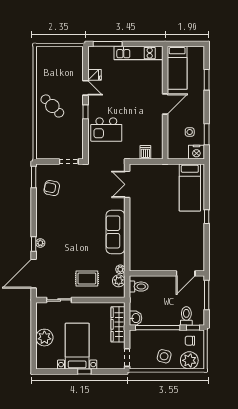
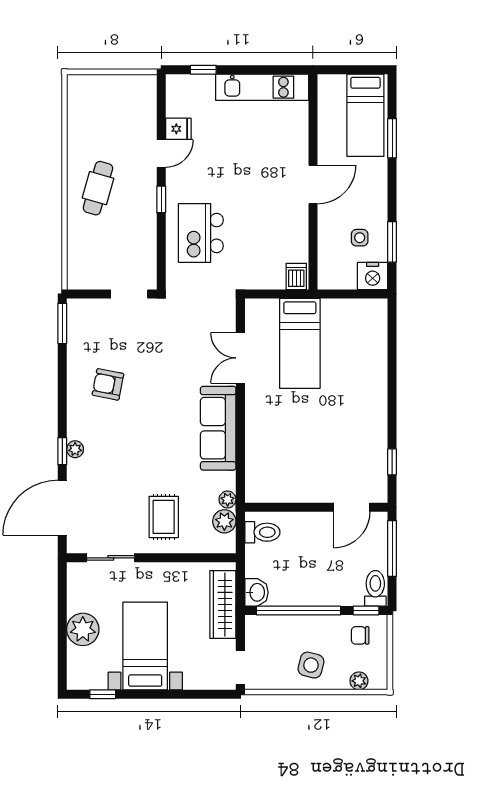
window: (108, 44) -> (203, 70), width x0.46
bed: (177, 68) -> (365, 115), moved
door: (86, 88) -> (161, 154), hinge flipped
cafe table: (52, 106) -> (98, 188), turned 61
kitchen island: (106, 130) -> (201, 233), turned 90
dishwasher: (145, 152) -> (296, 276), moved
double door: (127, 184) -> (240, 358), moved
bed: (190, 187) -> (300, 343), moved
armchair: (52, 188) -> (108, 384), moved
window: (207, 217) -> (392, 462), moved
rug: (87, 278) -> (164, 517), turned 90
toilet: (186, 316) -> (375, 588), moved
plant: (189, 360) -> (359, 681), width x0.53, depth x0.53
window: (84, 372) -> (103, 694), moved

